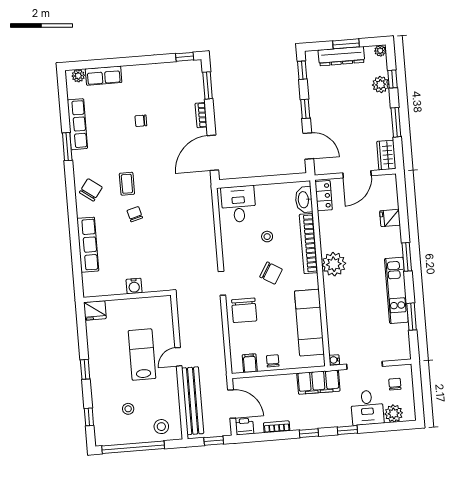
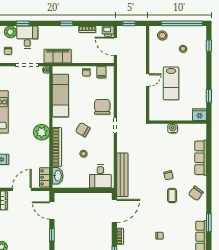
window: (85, 369) -> (209, 96), moved
bench: (193, 401) -> (122, 175), moved
window: (347, 430) -> (23, 23), moved

